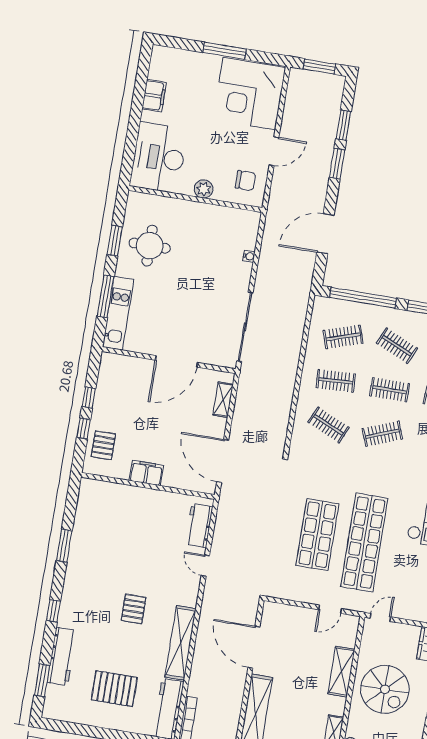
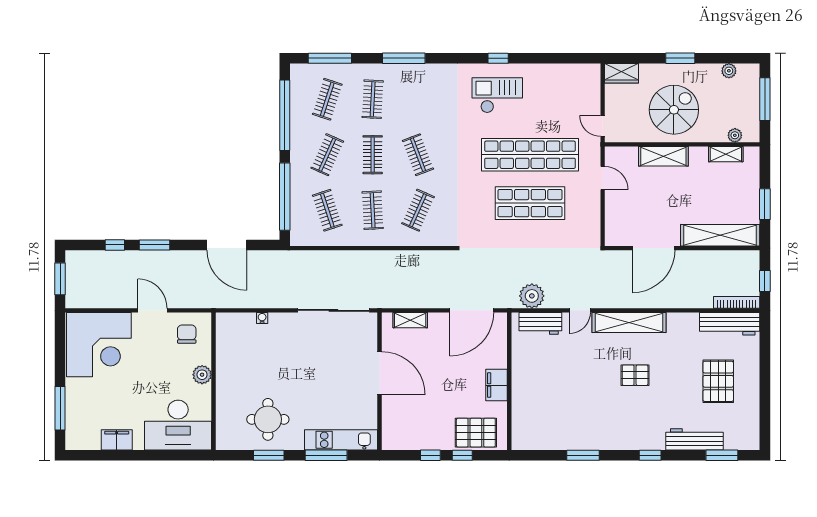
window: (225, 51) -> (60, 408), moved
window: (343, 125) -> (115, 245), width x0.67
pallet: (103, 445) -> (476, 433), width x1.50, depth x1.42
plant: (227, 522) -> (532, 296), added
shelving: (180, 643) -> (629, 322), moved

